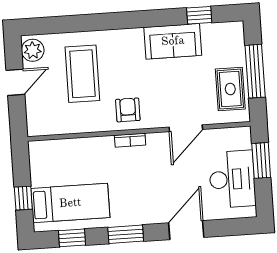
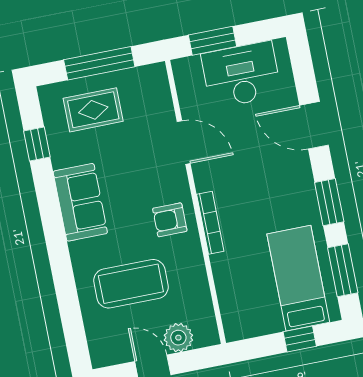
sofa: (173, 41) -> (80, 202), moved
plant: (33, 50) -> (178, 338), moved
rug: (230, 89) -> (93, 110), moved
bookcase: (130, 140) -> (210, 223), width x1.56
window: (72, 238) -> (343, 270), width x1.50

